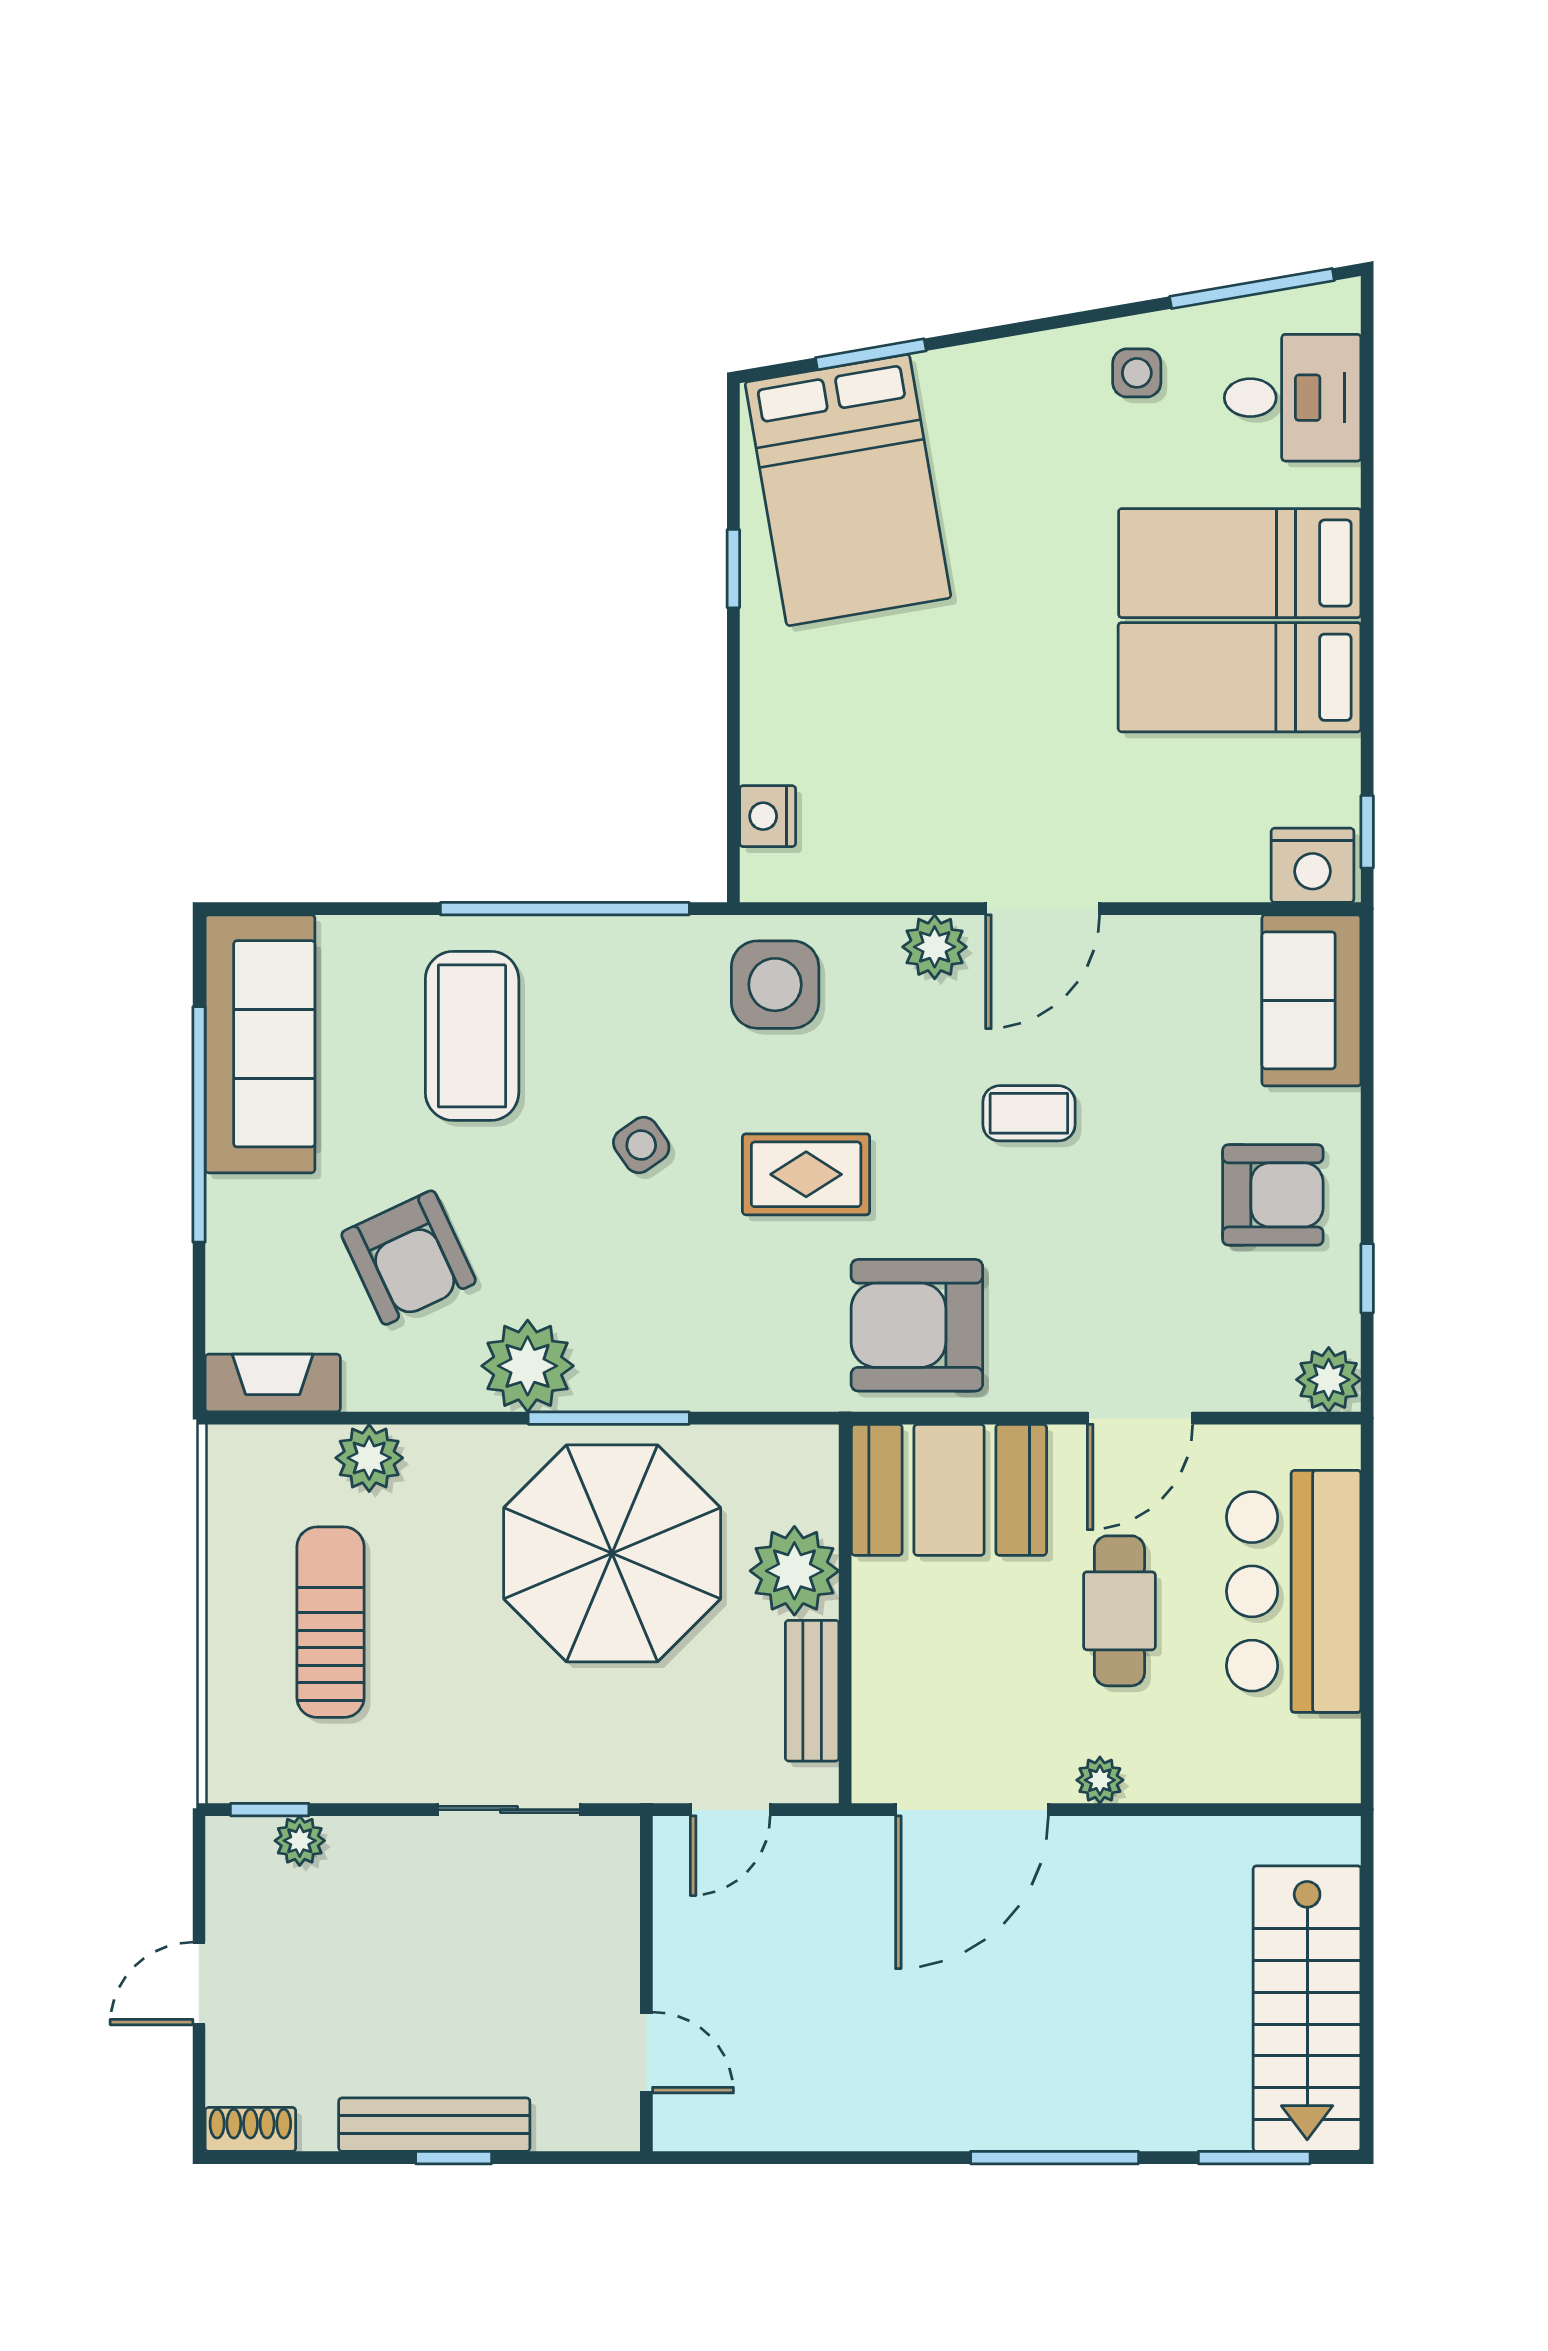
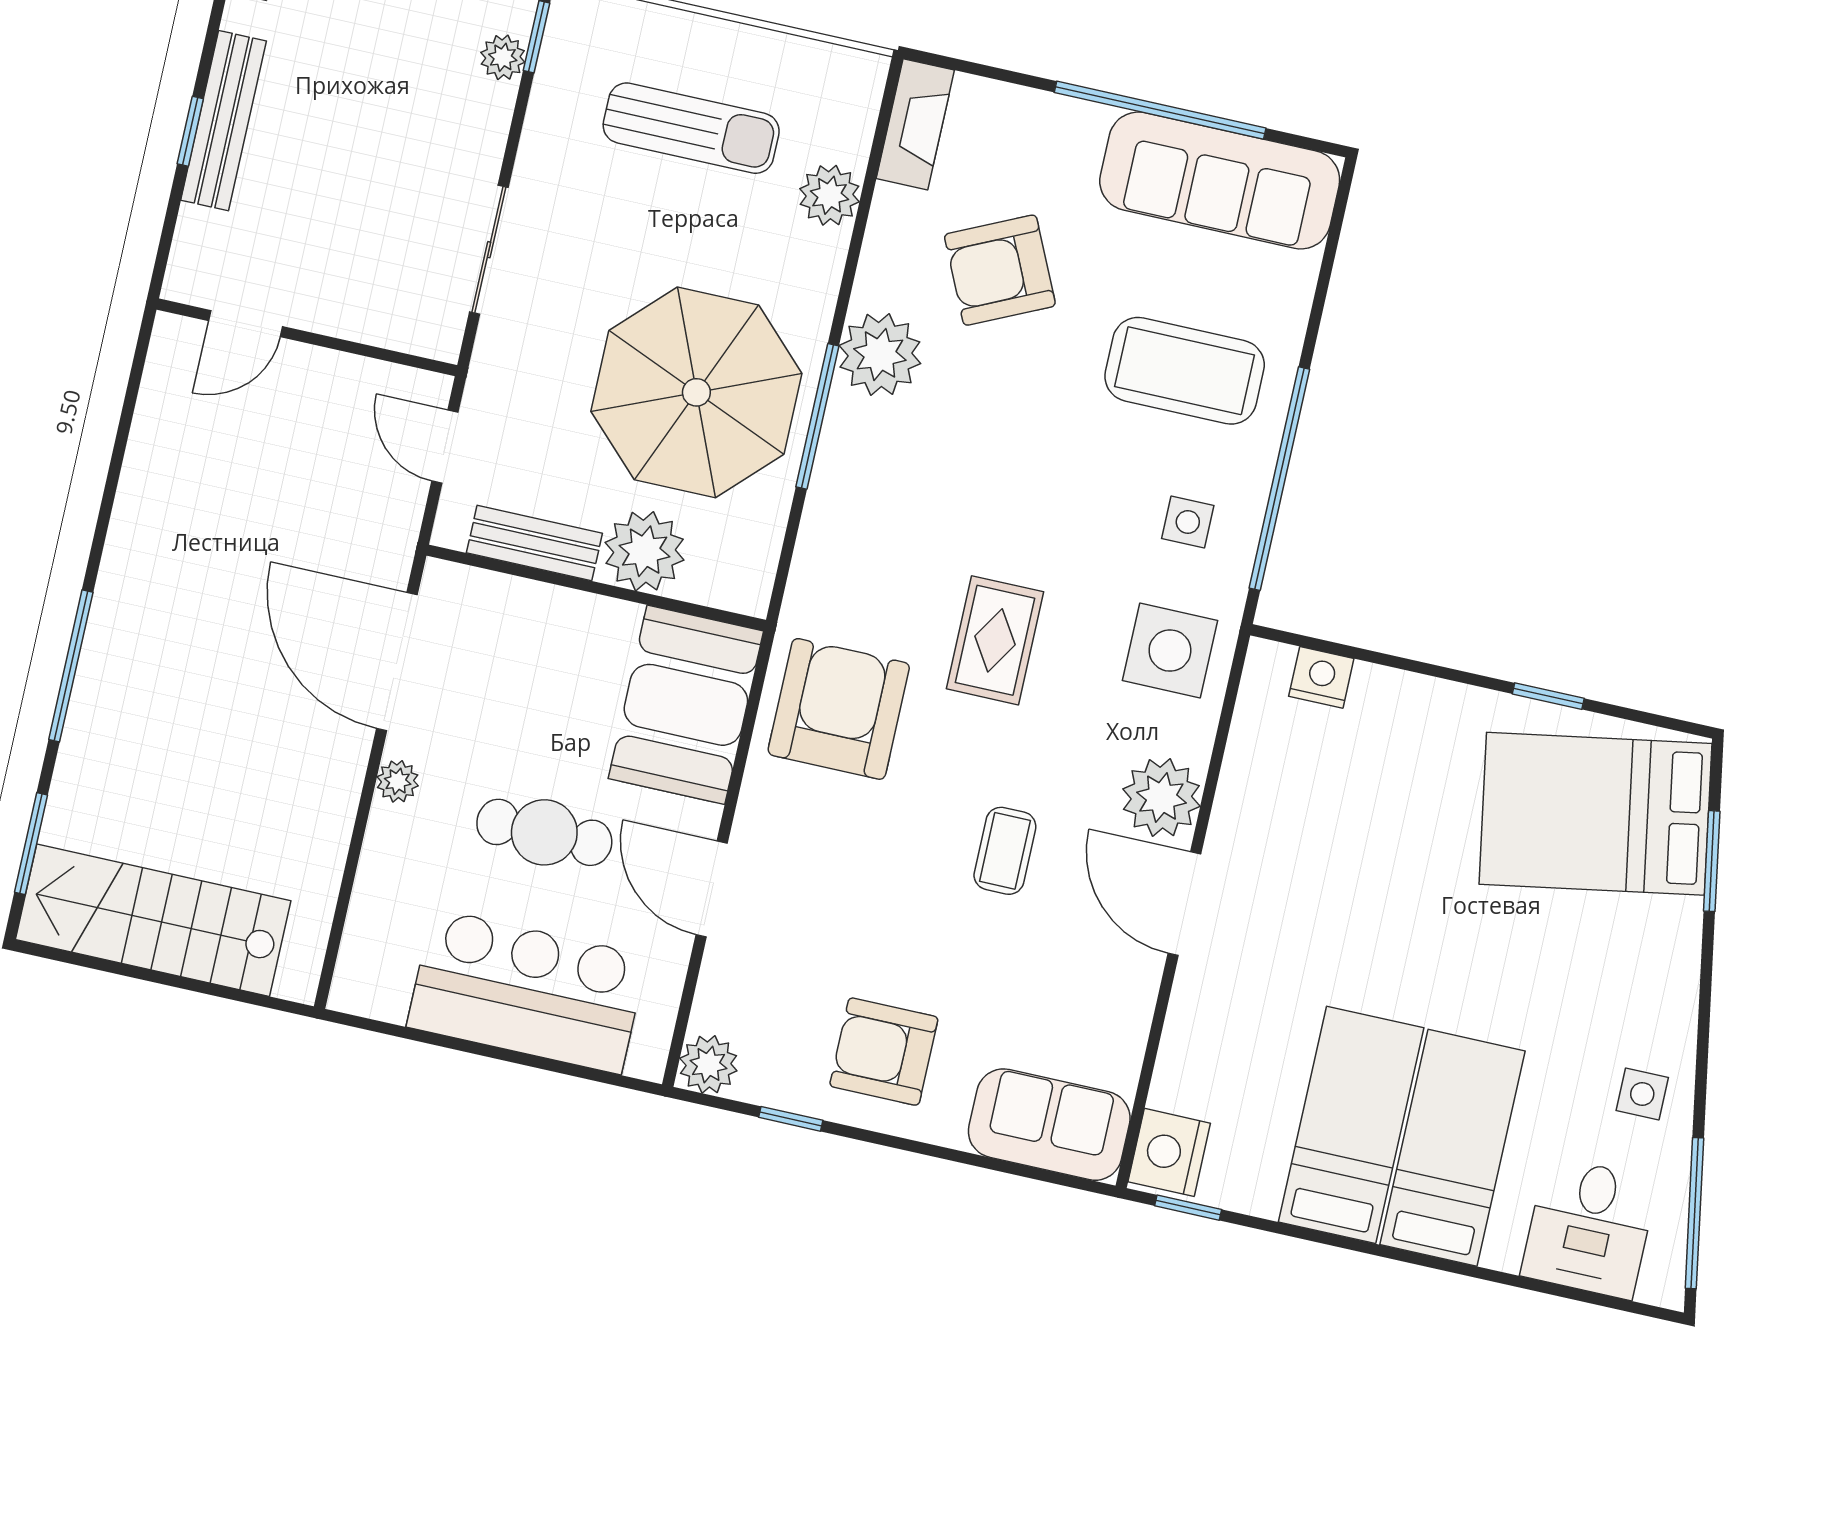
plant: (935, 947) -> (1161, 798), width x1.36, depth x1.36
side table: (641, 1145) -> (1188, 522), moved, turned 35
armchair: (1273, 1195) -> (884, 1052), turned 90

